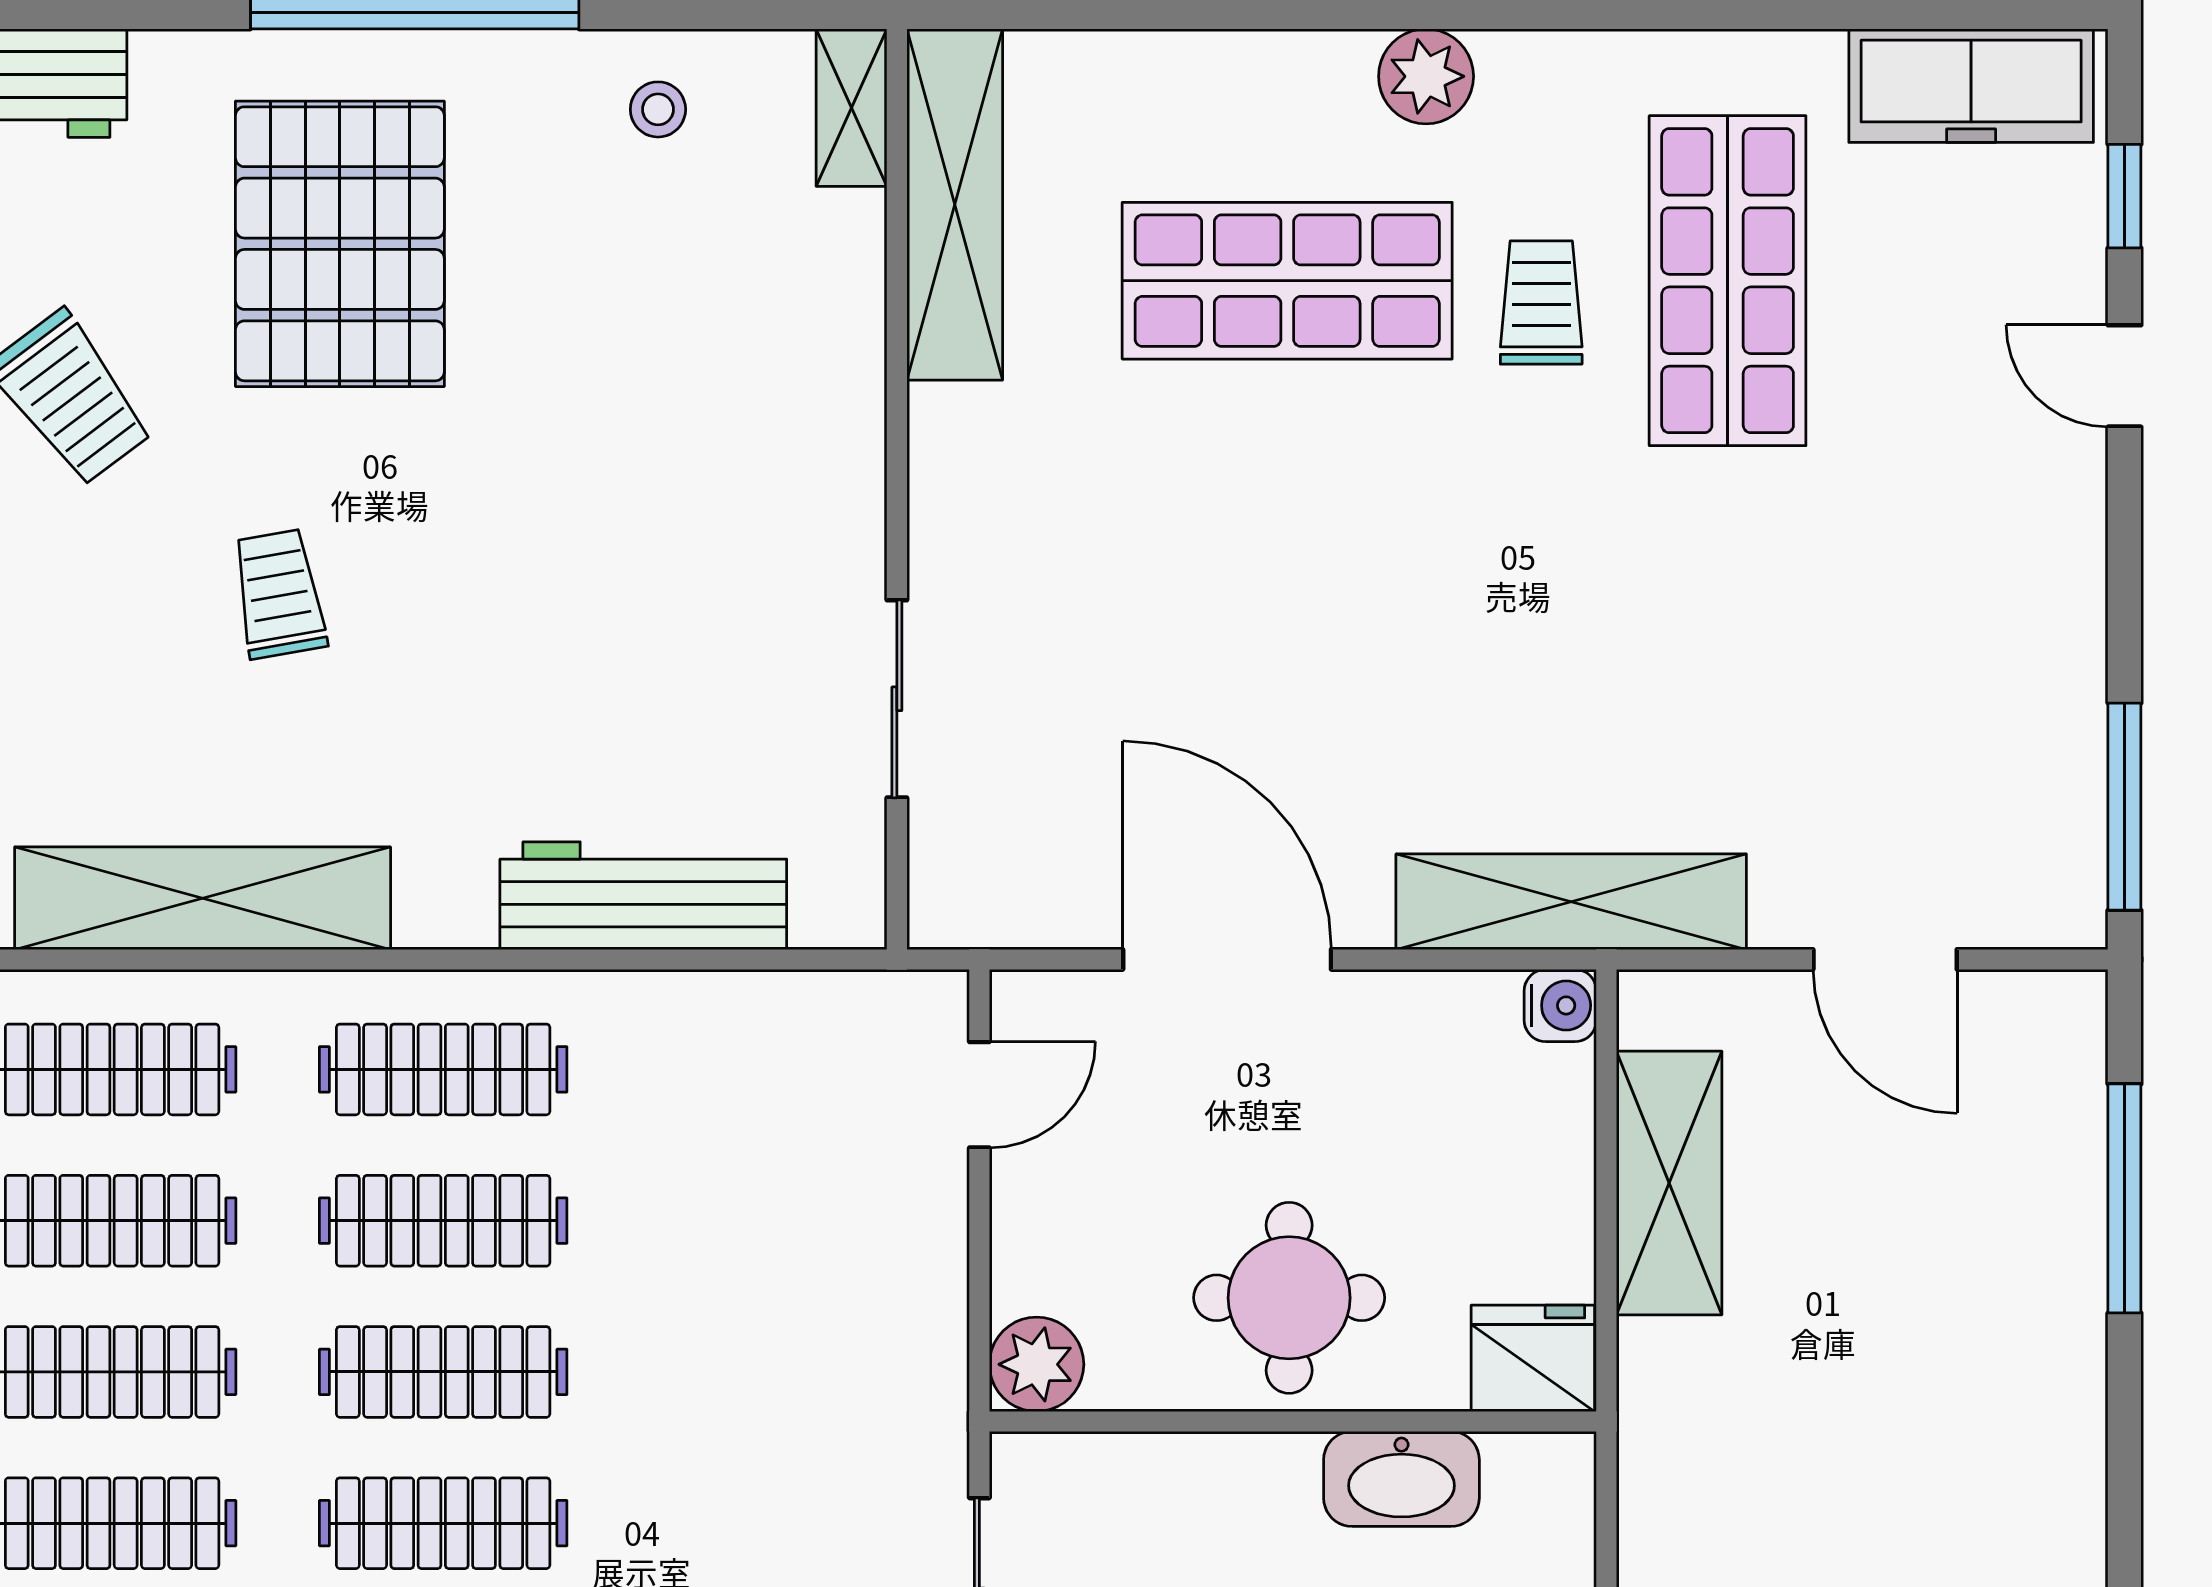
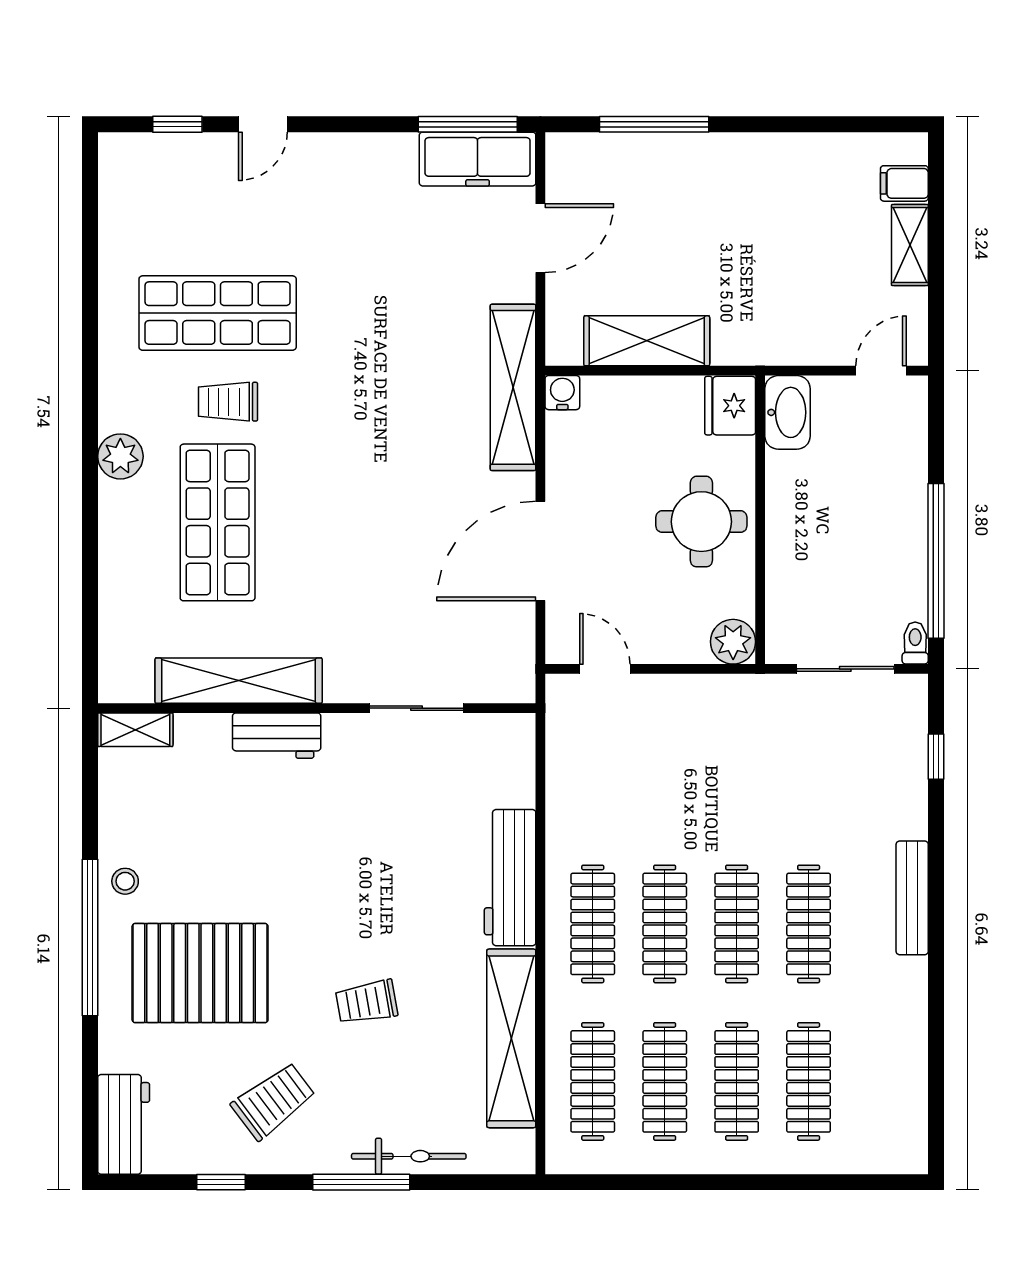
freezer: (1971, 86) -> (478, 159), moved, turned 90
stool: (658, 109) -> (125, 881), moved
shelving: (955, 205) -> (239, 681), moved
workbench: (839, 405) -> (277, 736), added
workbench: (643, 896) -> (510, 878), moved
washbasin: (1401, 1479) -> (788, 412), moved

